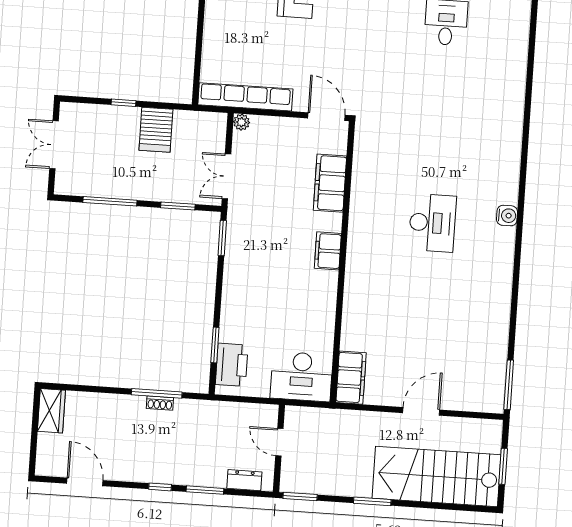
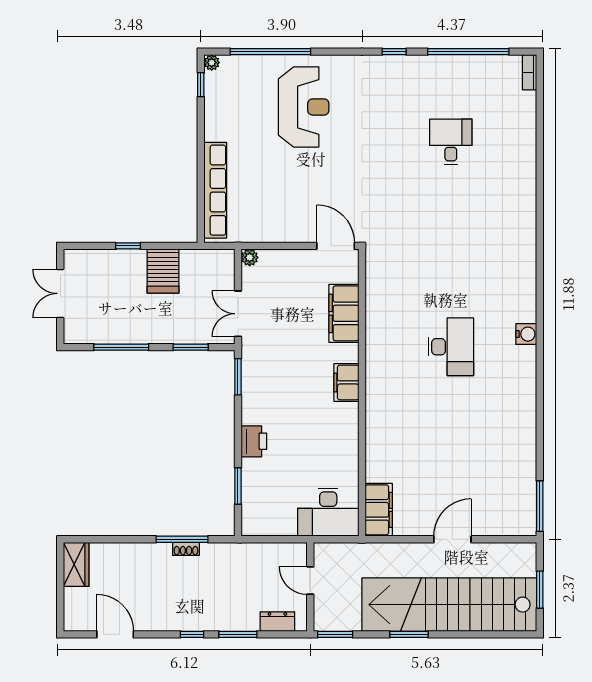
row of seats: (245, 97) -> (215, 190), moved, turned 90
printer: (232, 365) -> (254, 441), moved, width x0.73, depth x0.84
stairs: (436, 477) -> (449, 605), width x1.36

